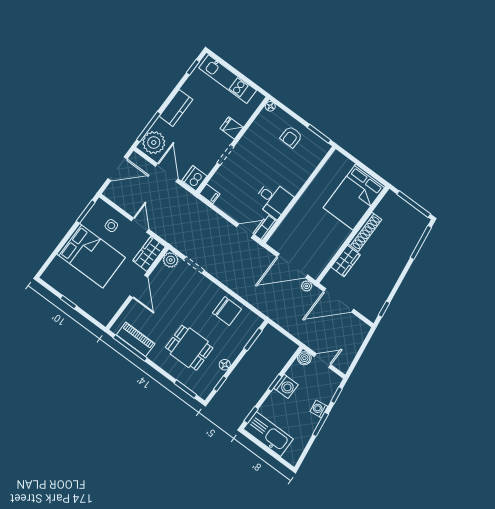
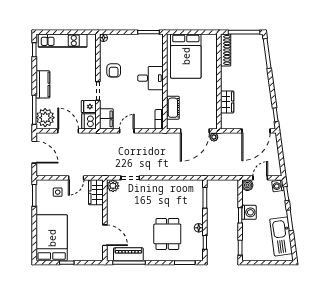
fridge: (232, 128) -> (89, 107), moved
armchair: (291, 137) -> (114, 70), moved
door: (118, 169) -> (34, 152), hinge flipped
filing cabinet: (210, 194) -> (106, 119), width x2.00
bed: (354, 197) -> (186, 56), moved
desk: (273, 199) -> (150, 78), moved
door: (140, 225) -> (76, 178), swing flipped
cot: (288, 227) -> (173, 108), added
door: (245, 231) -> (127, 131), moved
shoe rack: (365, 232) -> (226, 50), moved
bed: (91, 256) -> (52, 238), moved, turned -90
door: (139, 286) -> (105, 235), moved
door: (339, 300) -> (256, 131), moved
chair: (227, 311) -> (174, 192), removed
dining table: (189, 348) -> (167, 234), turned 90
washing machine: (319, 409) -> (278, 186), moved
kitchen sink: (268, 434) -> (281, 236), moved, turned -98

